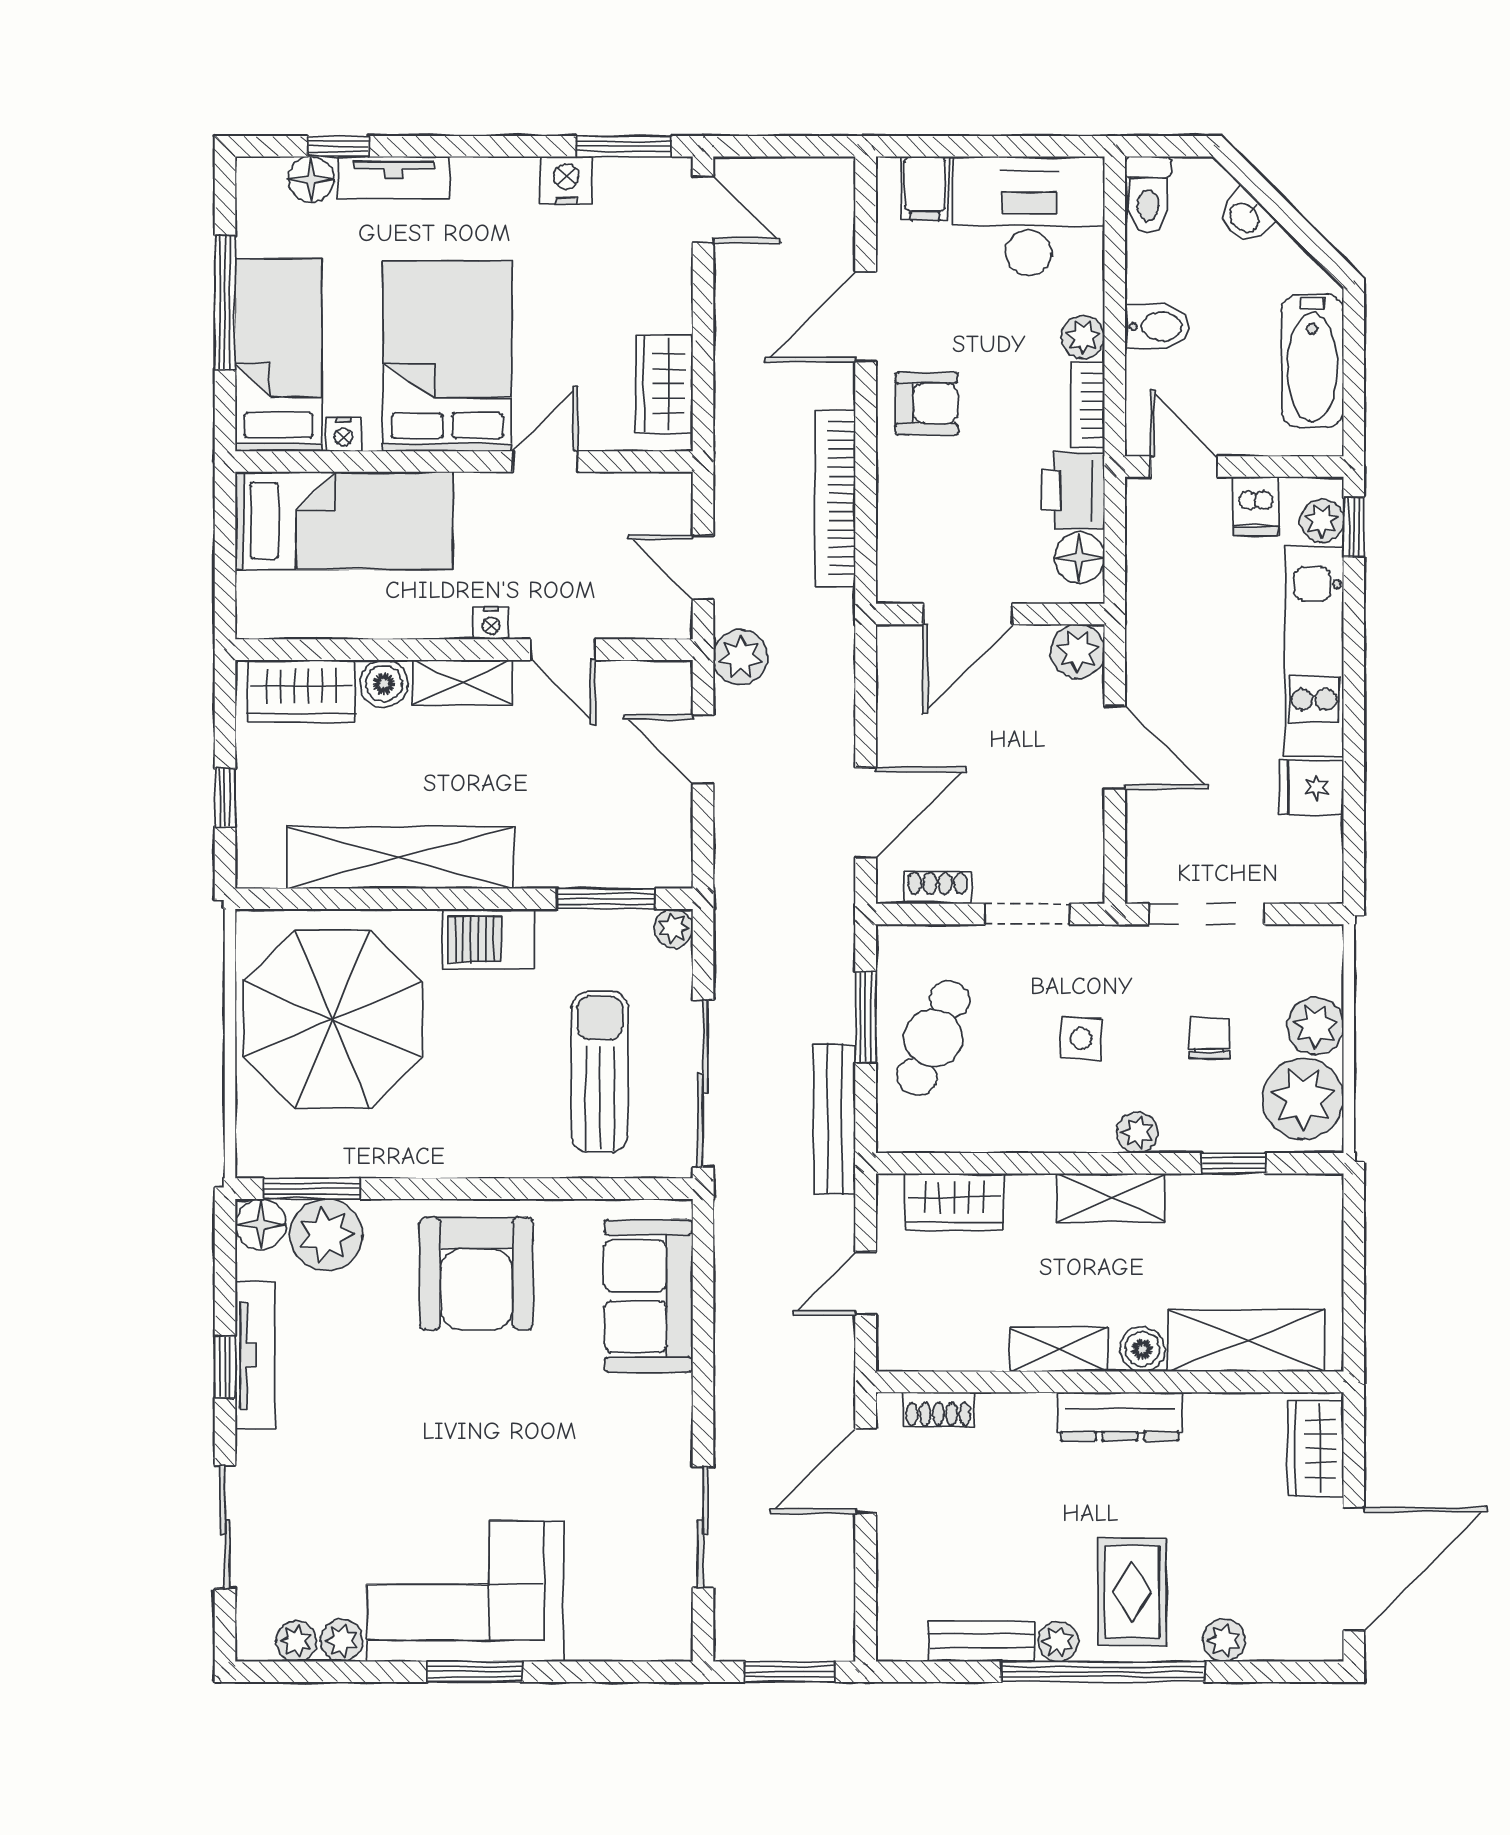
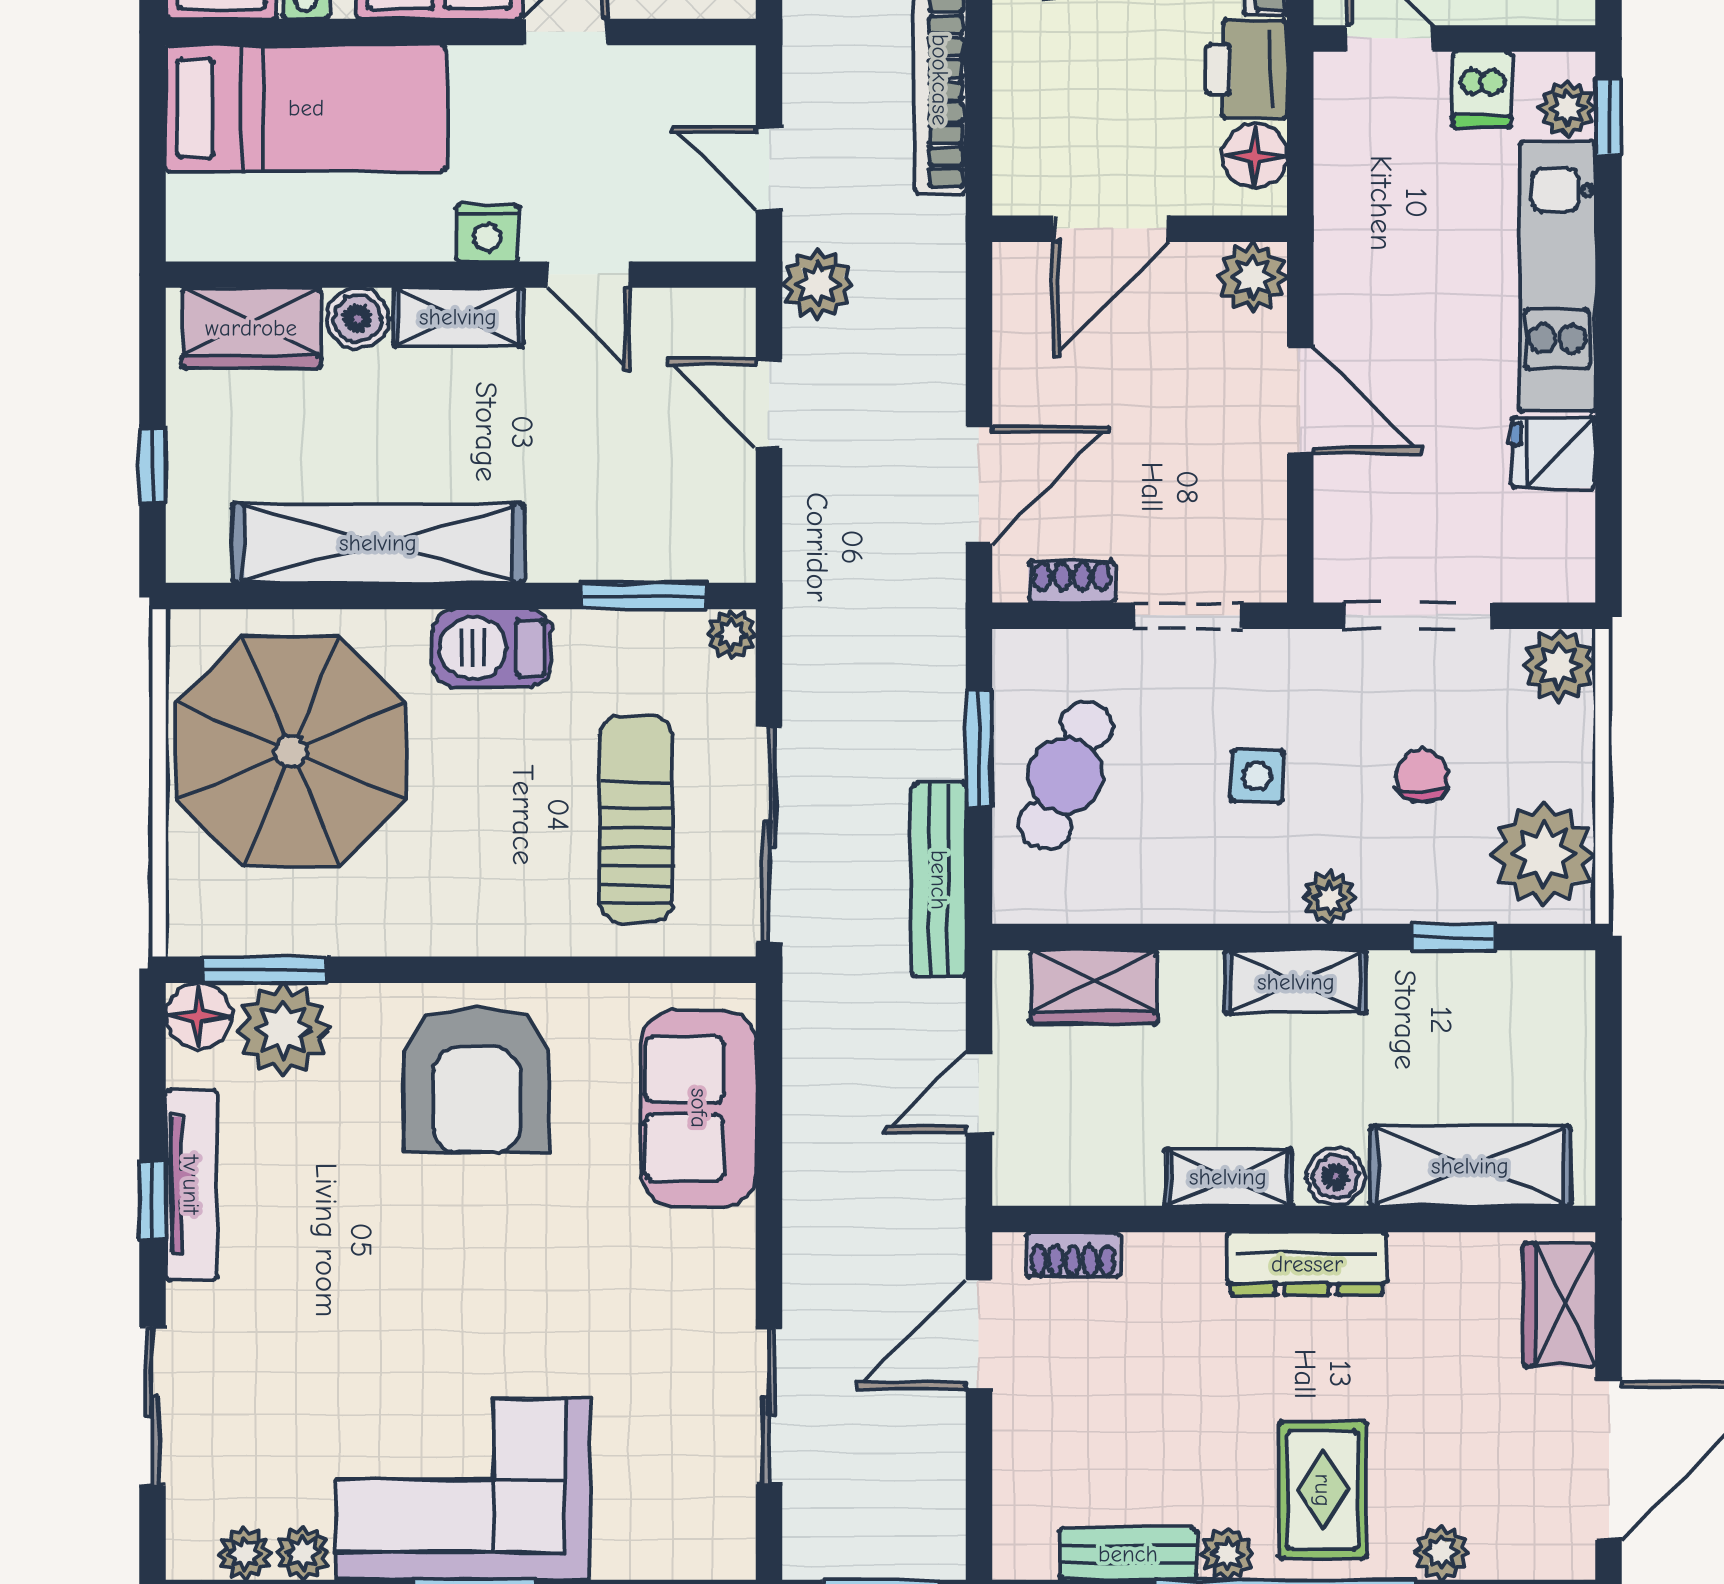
nightstand: (491, 623) -> (487, 233), width x1.39, depth x1.35
plant: (1315, 1026) -> (1559, 665), moved

